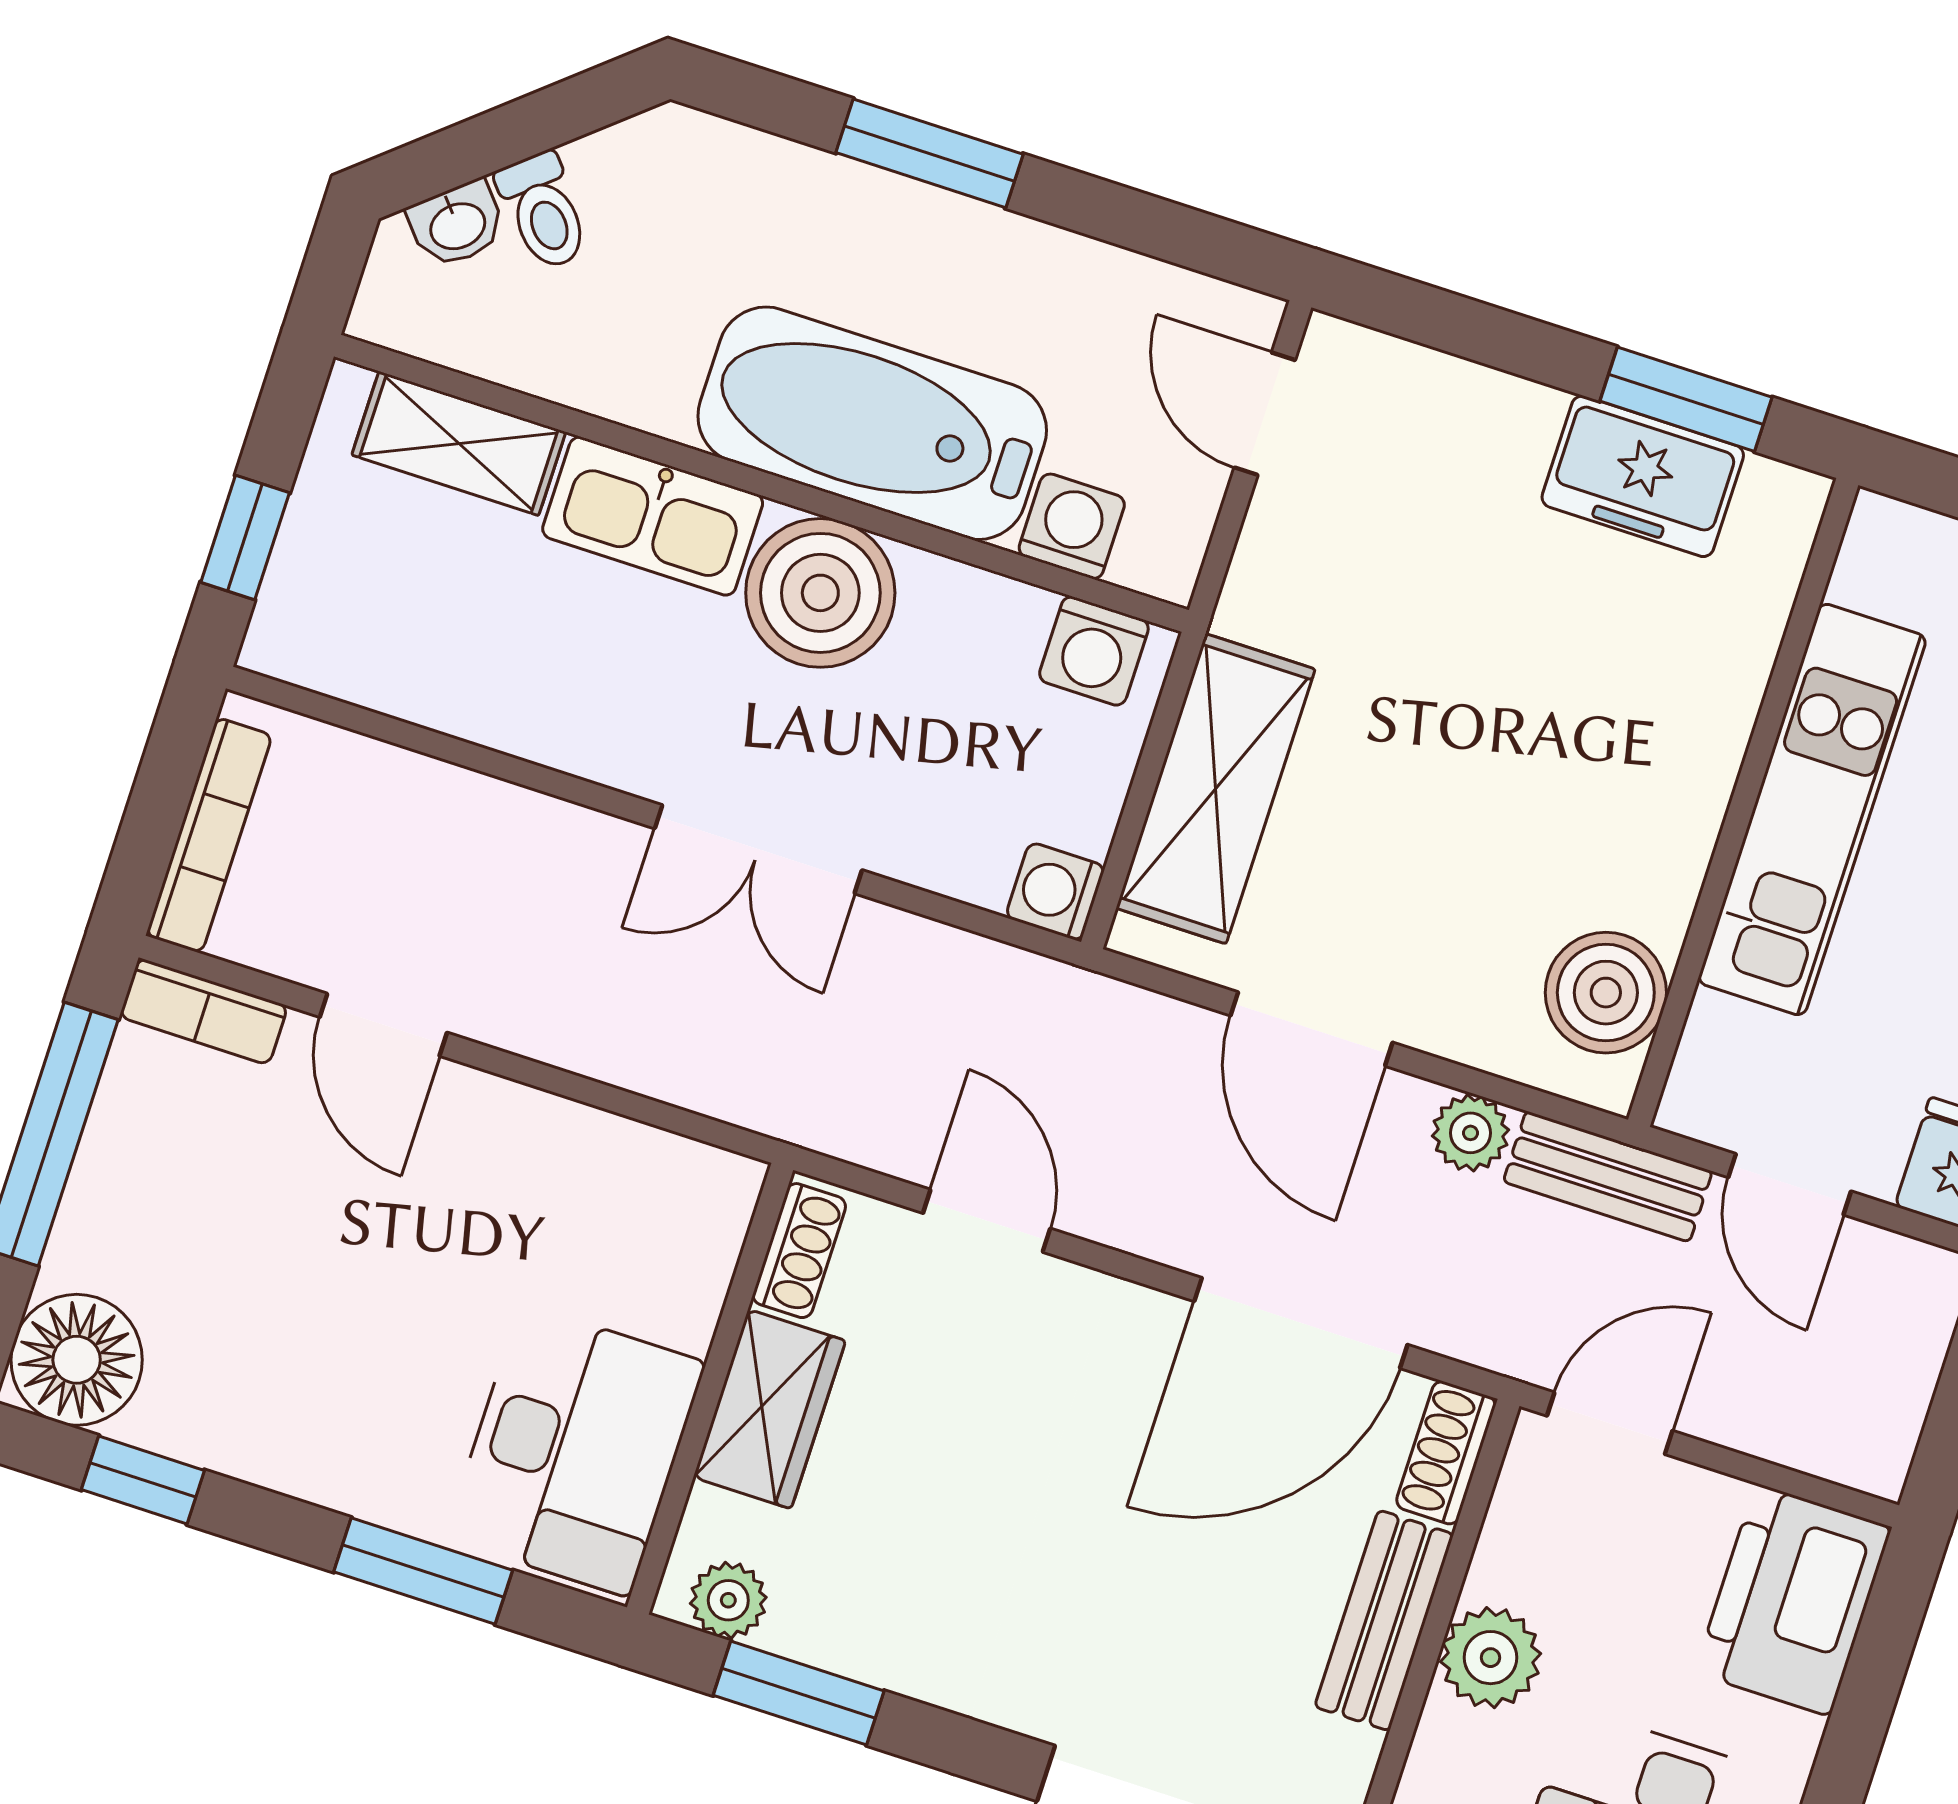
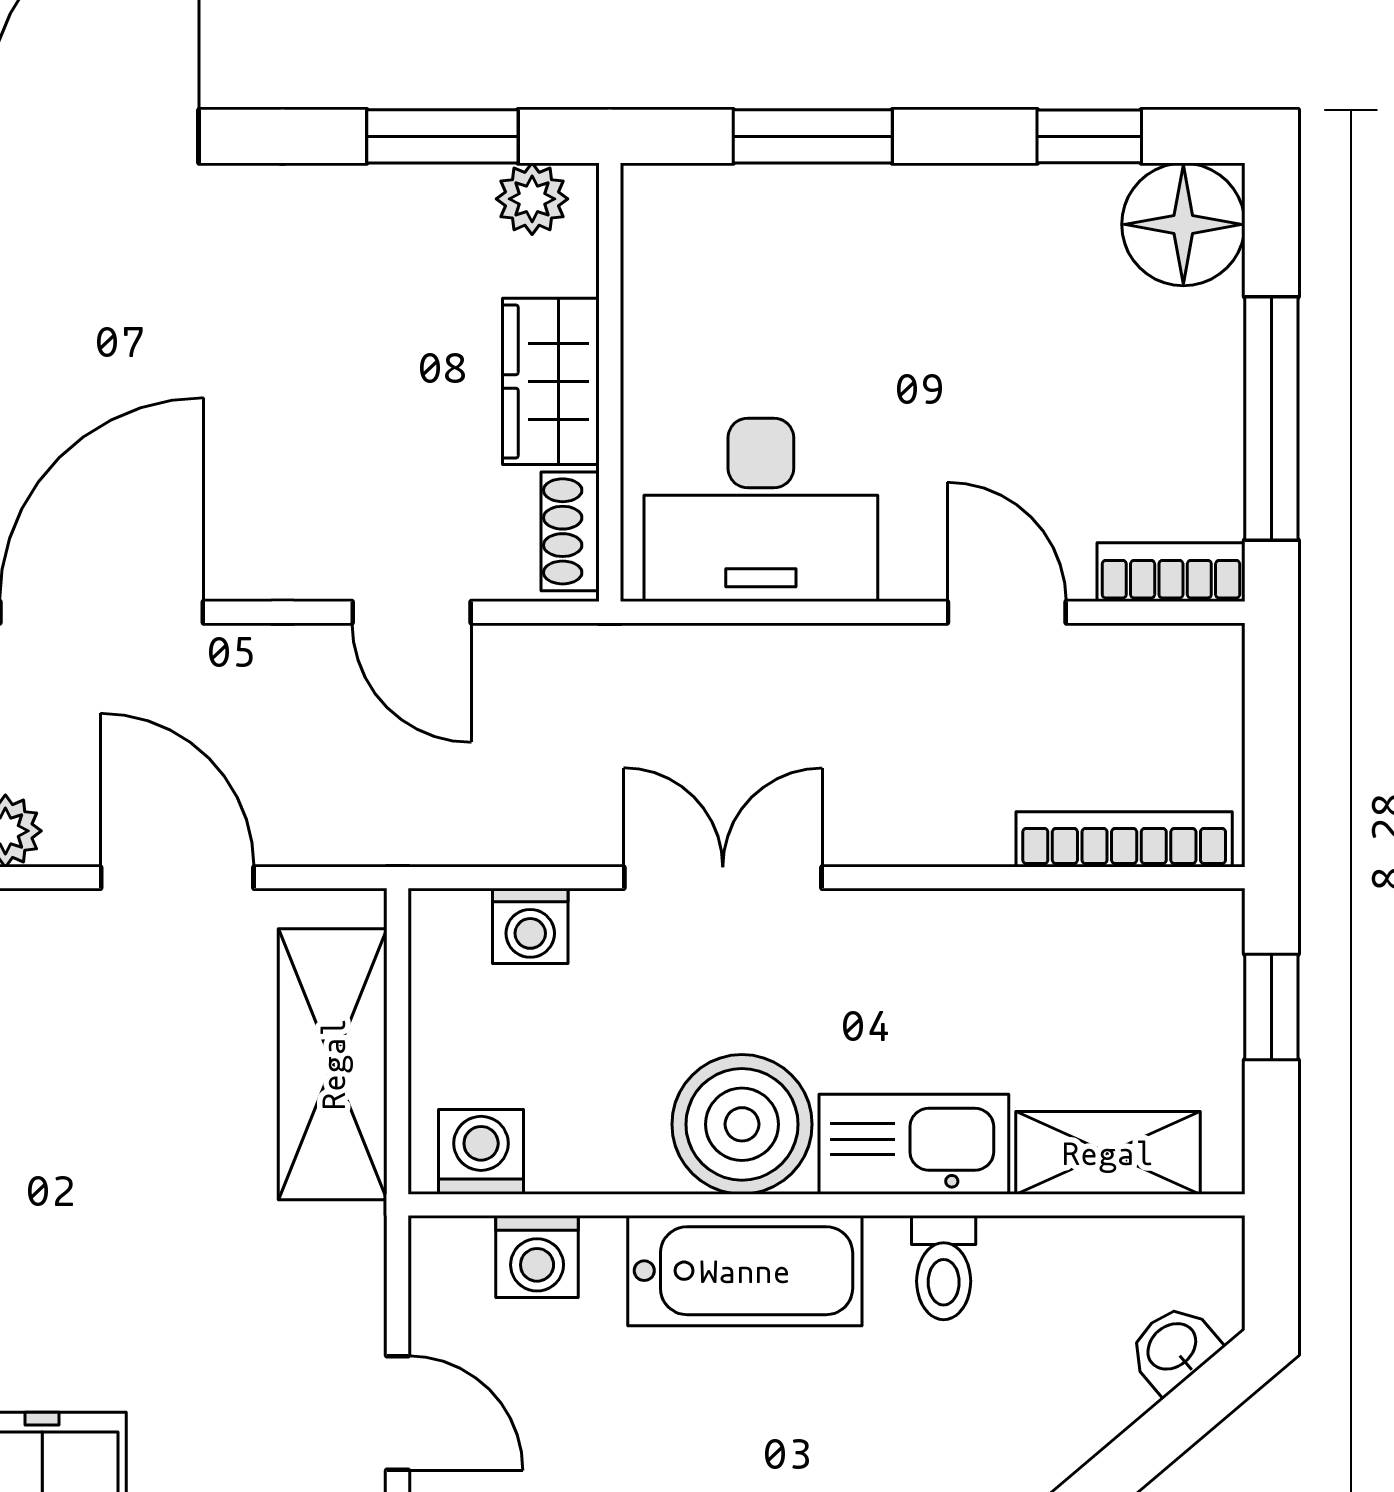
toilet: (543, 211) -> (944, 1268), moved, turned -140
bathtub: (872, 423) -> (745, 1271), width x0.73, depth x0.73
bookcase: (209, 835) -> (1124, 839), moved, turned 90
washing machine: (1055, 892) -> (530, 926), moved, turned 90
desk: (575, 1450) -> (761, 510), moved, turned -90

